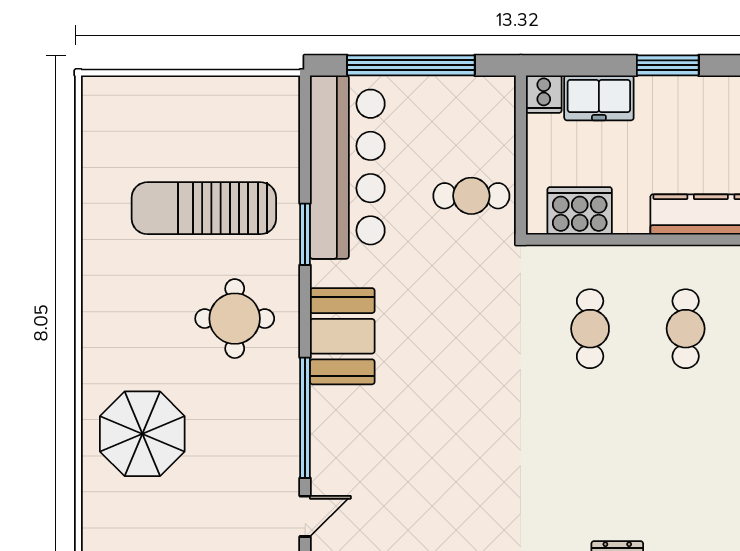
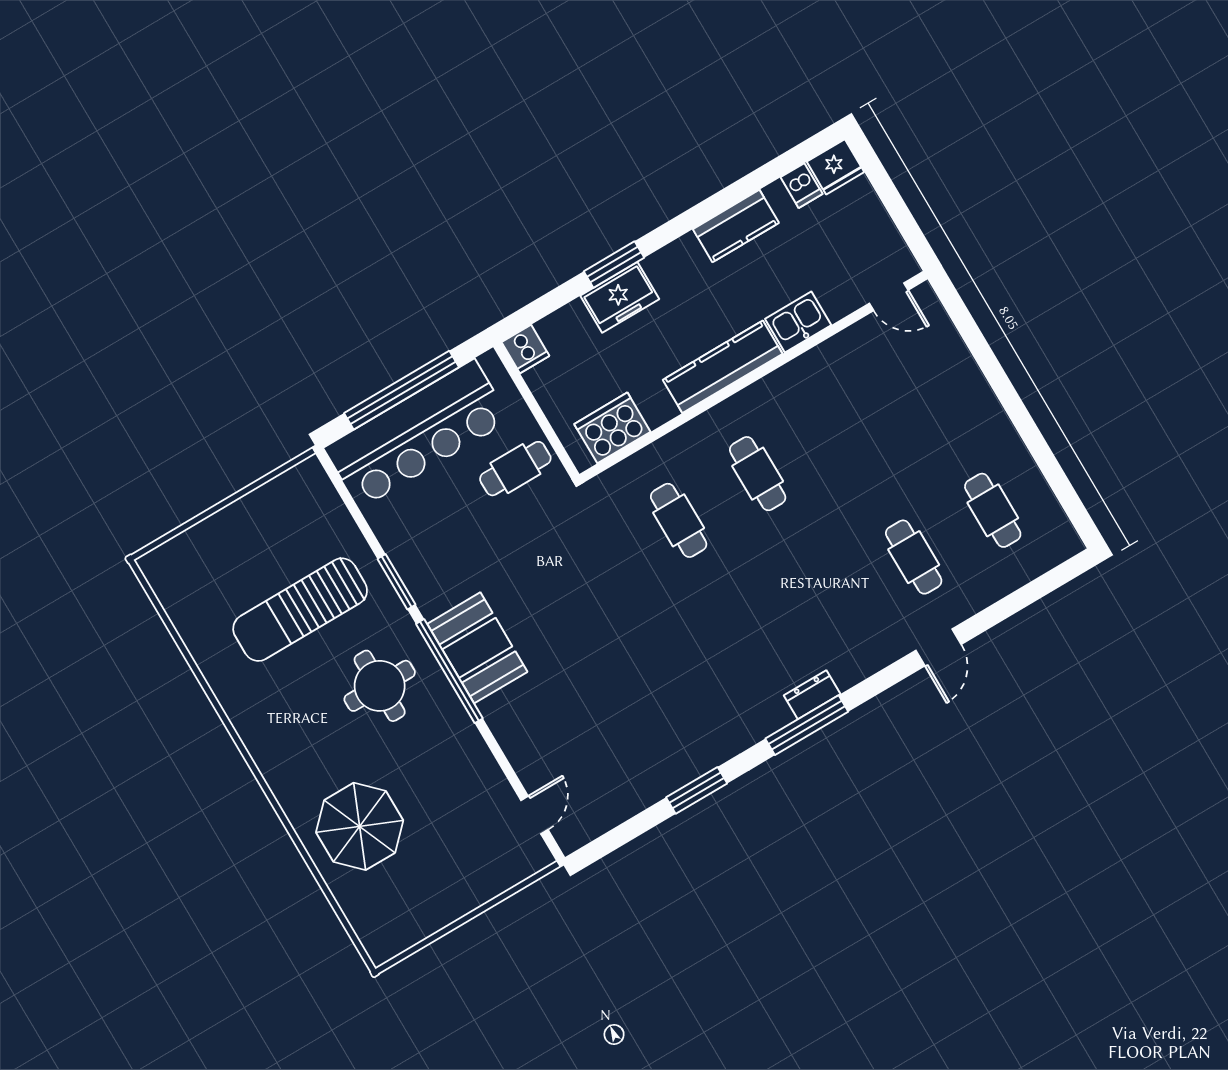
freezer: (599, 98) -> (620, 297), moved
bar counter: (347, 167) -> (417, 434), moved, turned 90
window: (305, 418) -> (449, 671), moved

